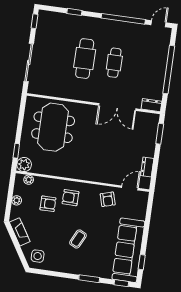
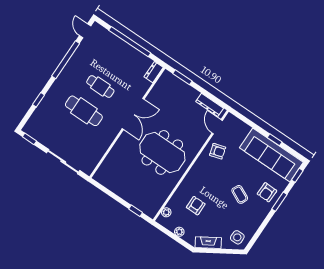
double door: (117, 107) -> (133, 114), moved
meeting table: (53, 127) -> (162, 152), moved
plant: (24, 165) -> (151, 210), removed
dresser: (147, 167) -> (210, 105), width x1.44
armchair: (70, 198) -> (267, 192), moved
window: (142, 262) -> (275, 140), moved

